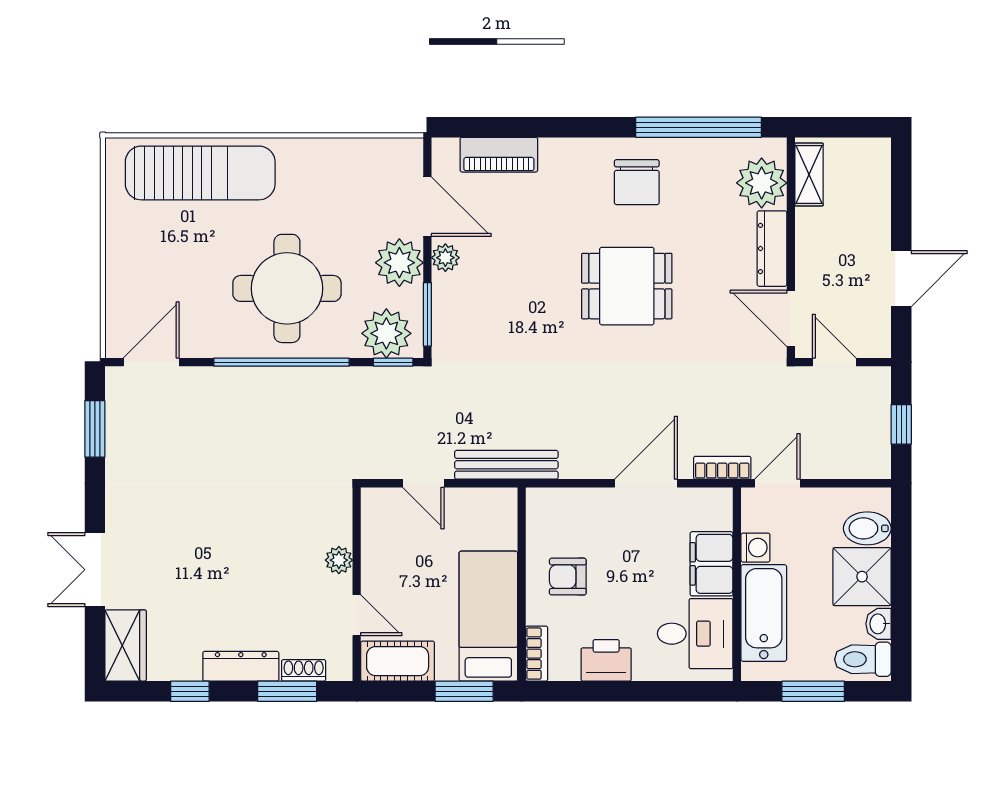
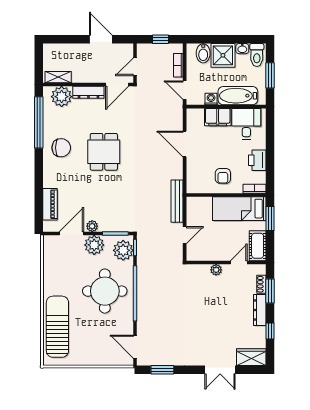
bookcase: (722, 468) -> (178, 65), moved

